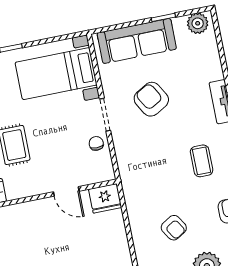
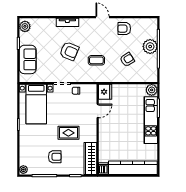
sofa: (137, 41) -> (28, 59), width x0.73
armchair: (151, 99) -> (69, 51), moved, turned -127
coffee table: (202, 161) -> (96, 60), moved

